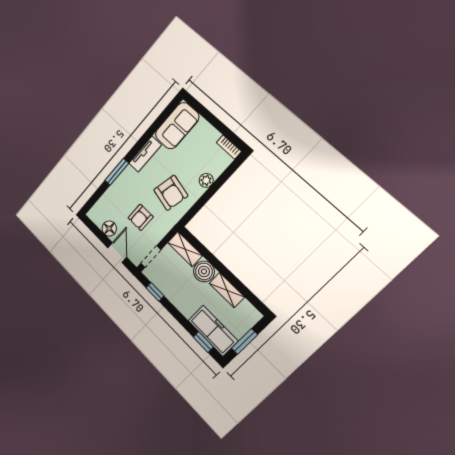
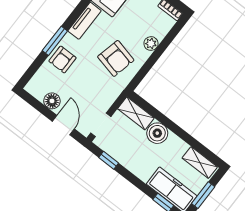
armchair: (141, 217) -> (62, 60), moved
shelving: (227, 290) -> (200, 162), moved

